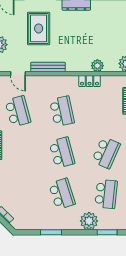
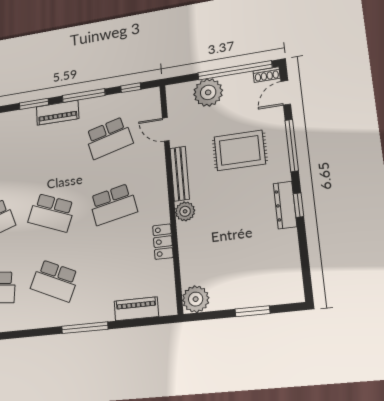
plant: (97, 66) -> (185, 211), moved
door: (18, 74) -> (166, 129), hinge flipped
school desk: (62, 153) -> (52, 213), turned 36

